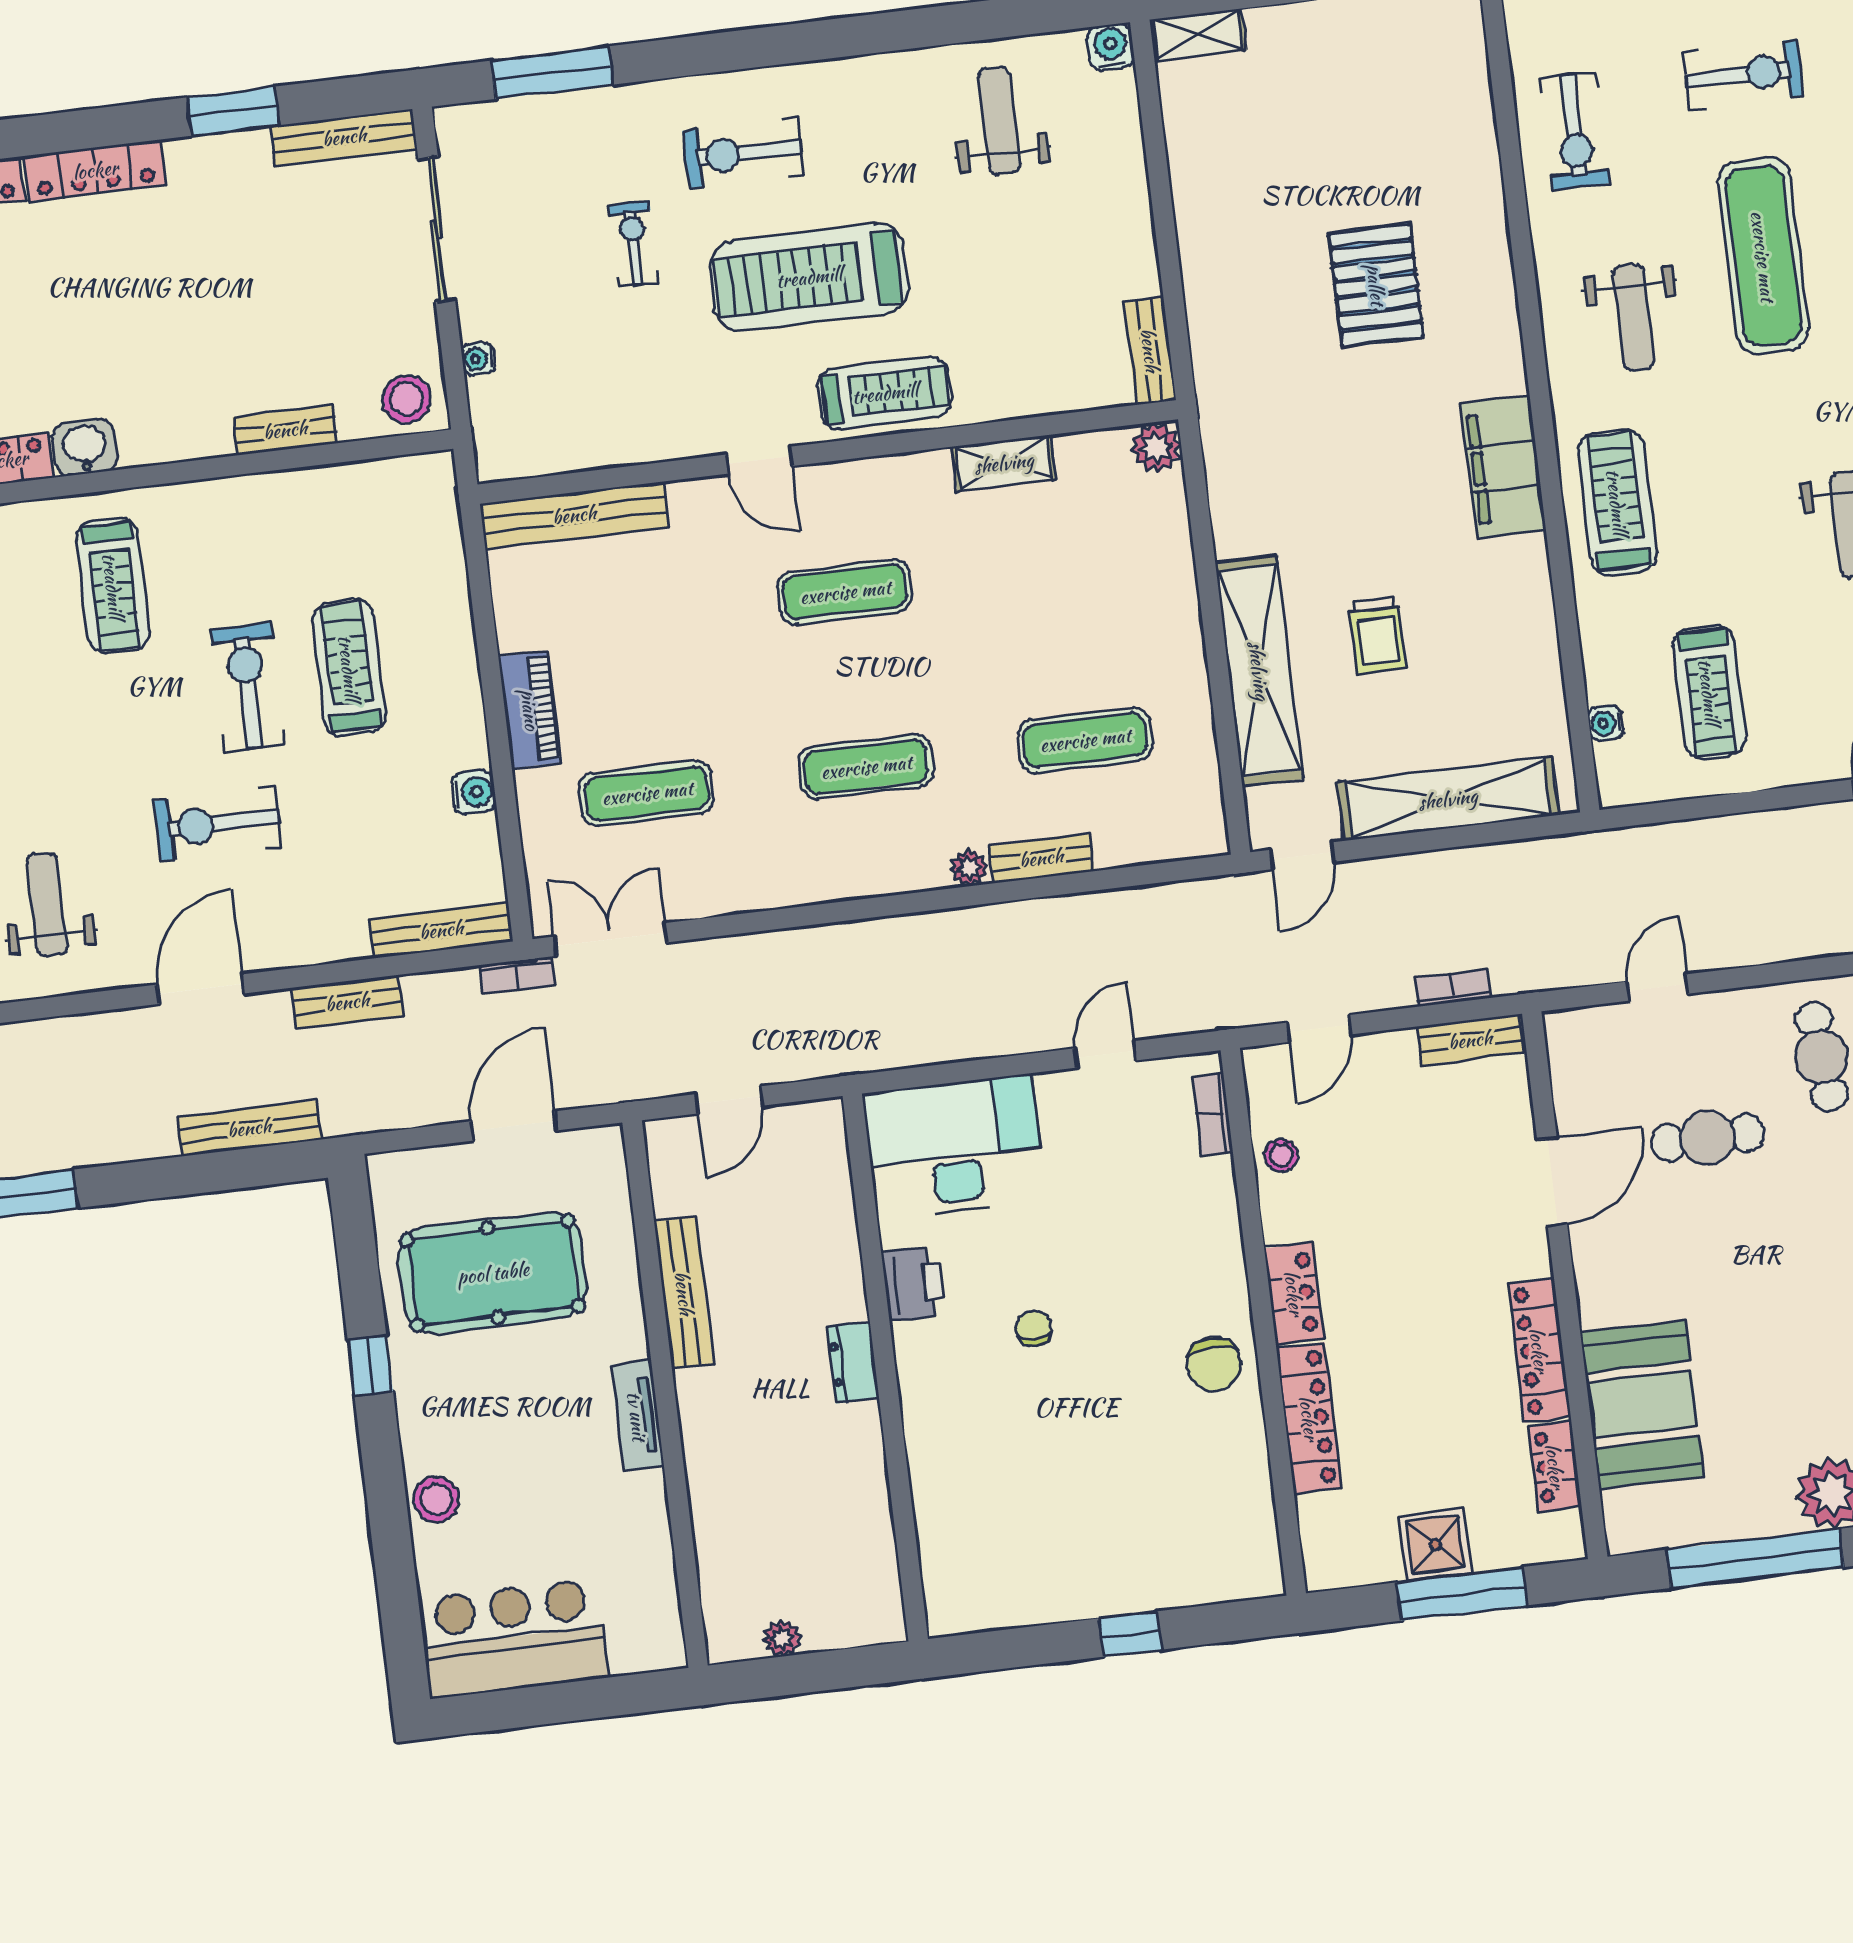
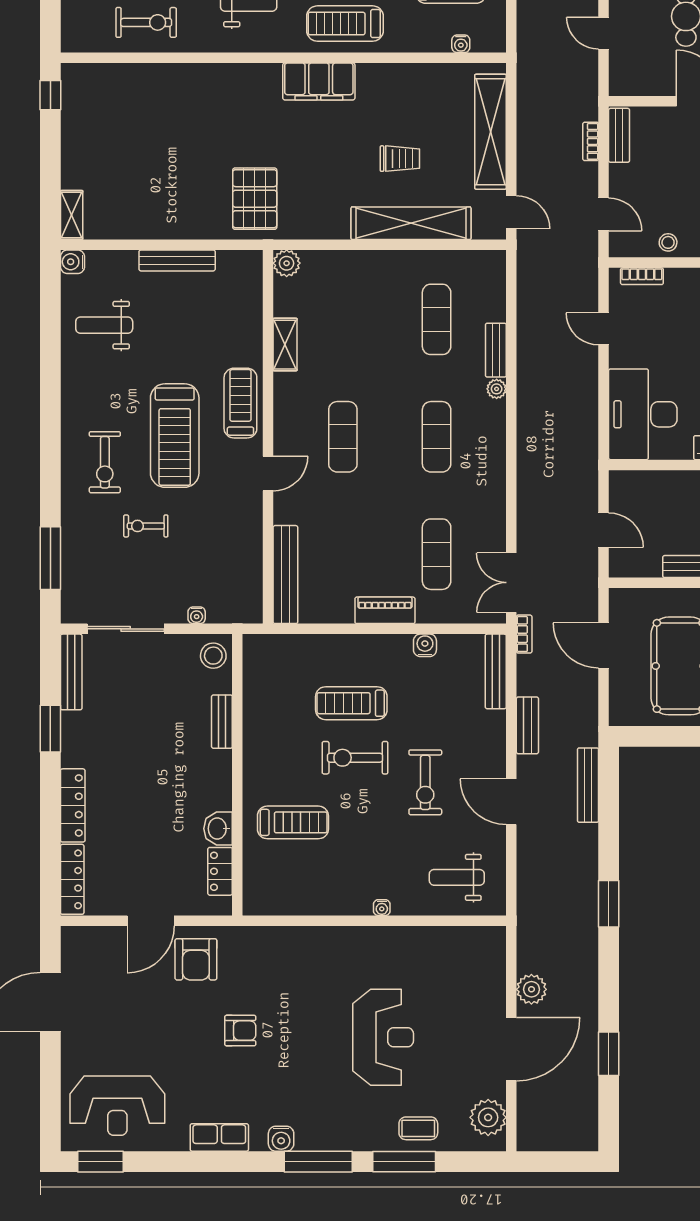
pallet: (1376, 285) -> (255, 199), moved, turned 90
bench: (1150, 350) -> (177, 260), moved, width x1.36

